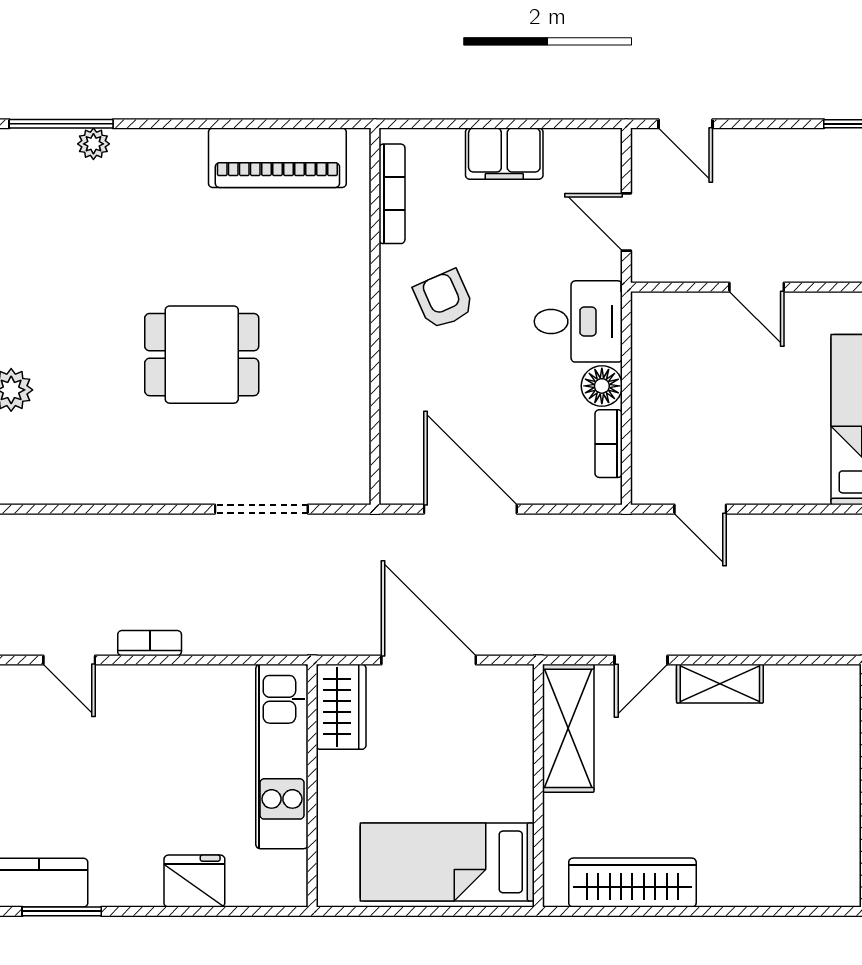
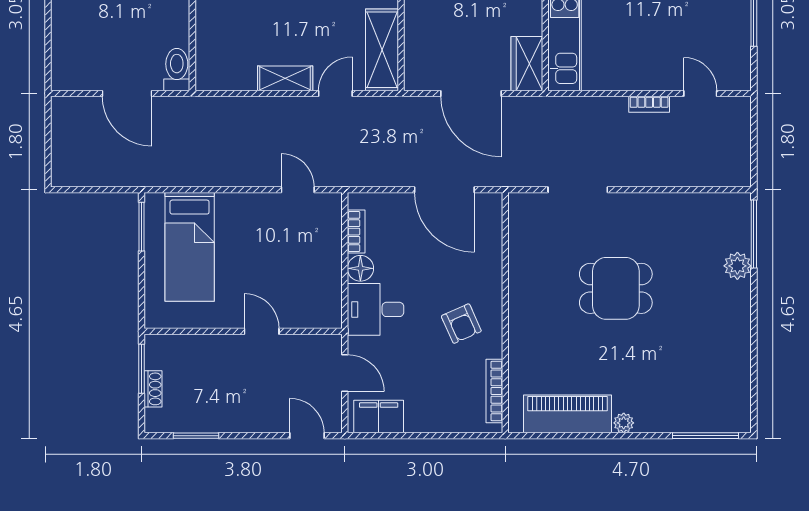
plant: (93, 144) -> (624, 423), moved
filing cabinet: (504, 154) -> (379, 417), moved

